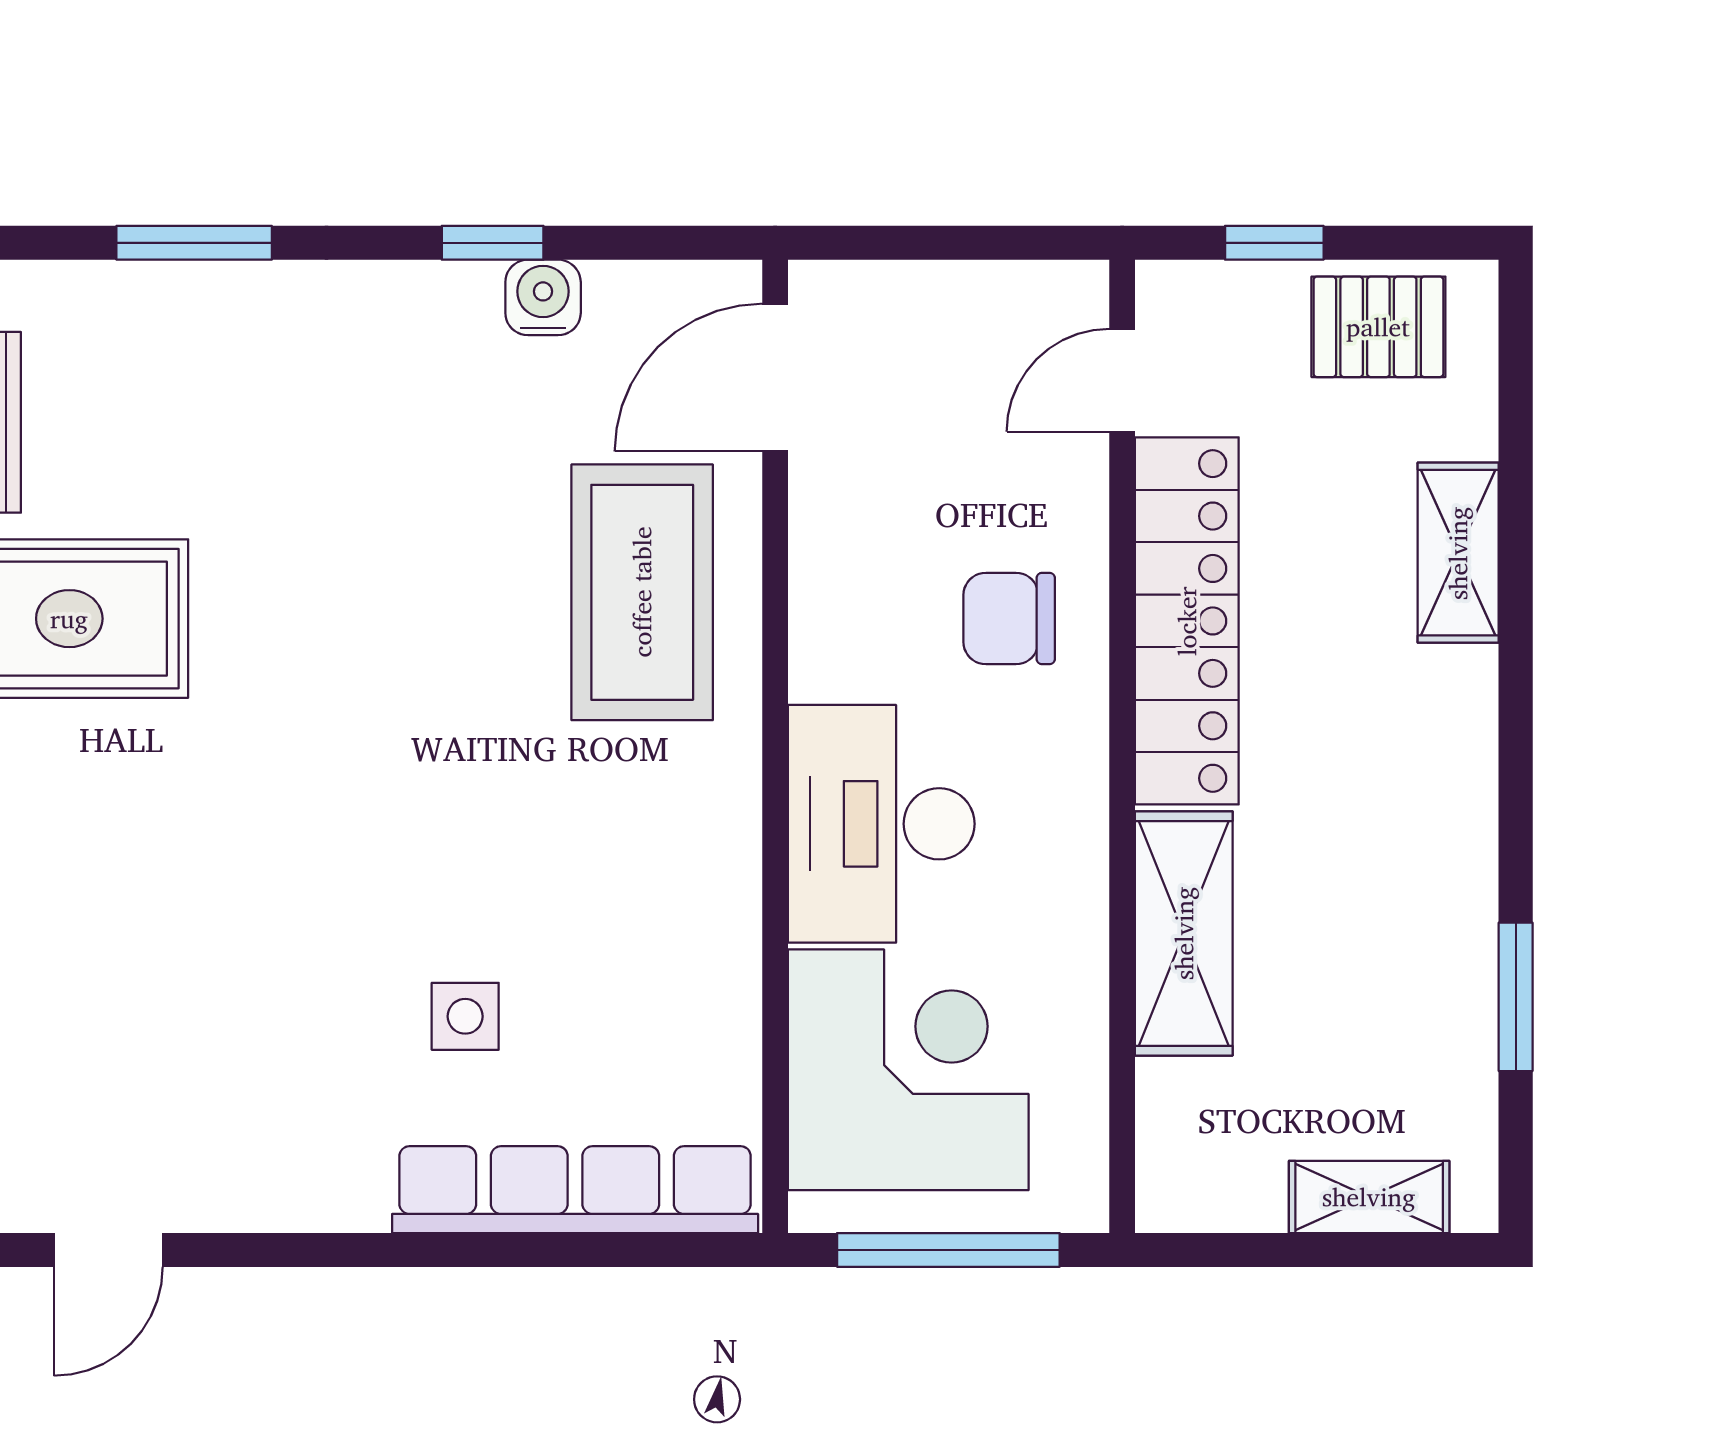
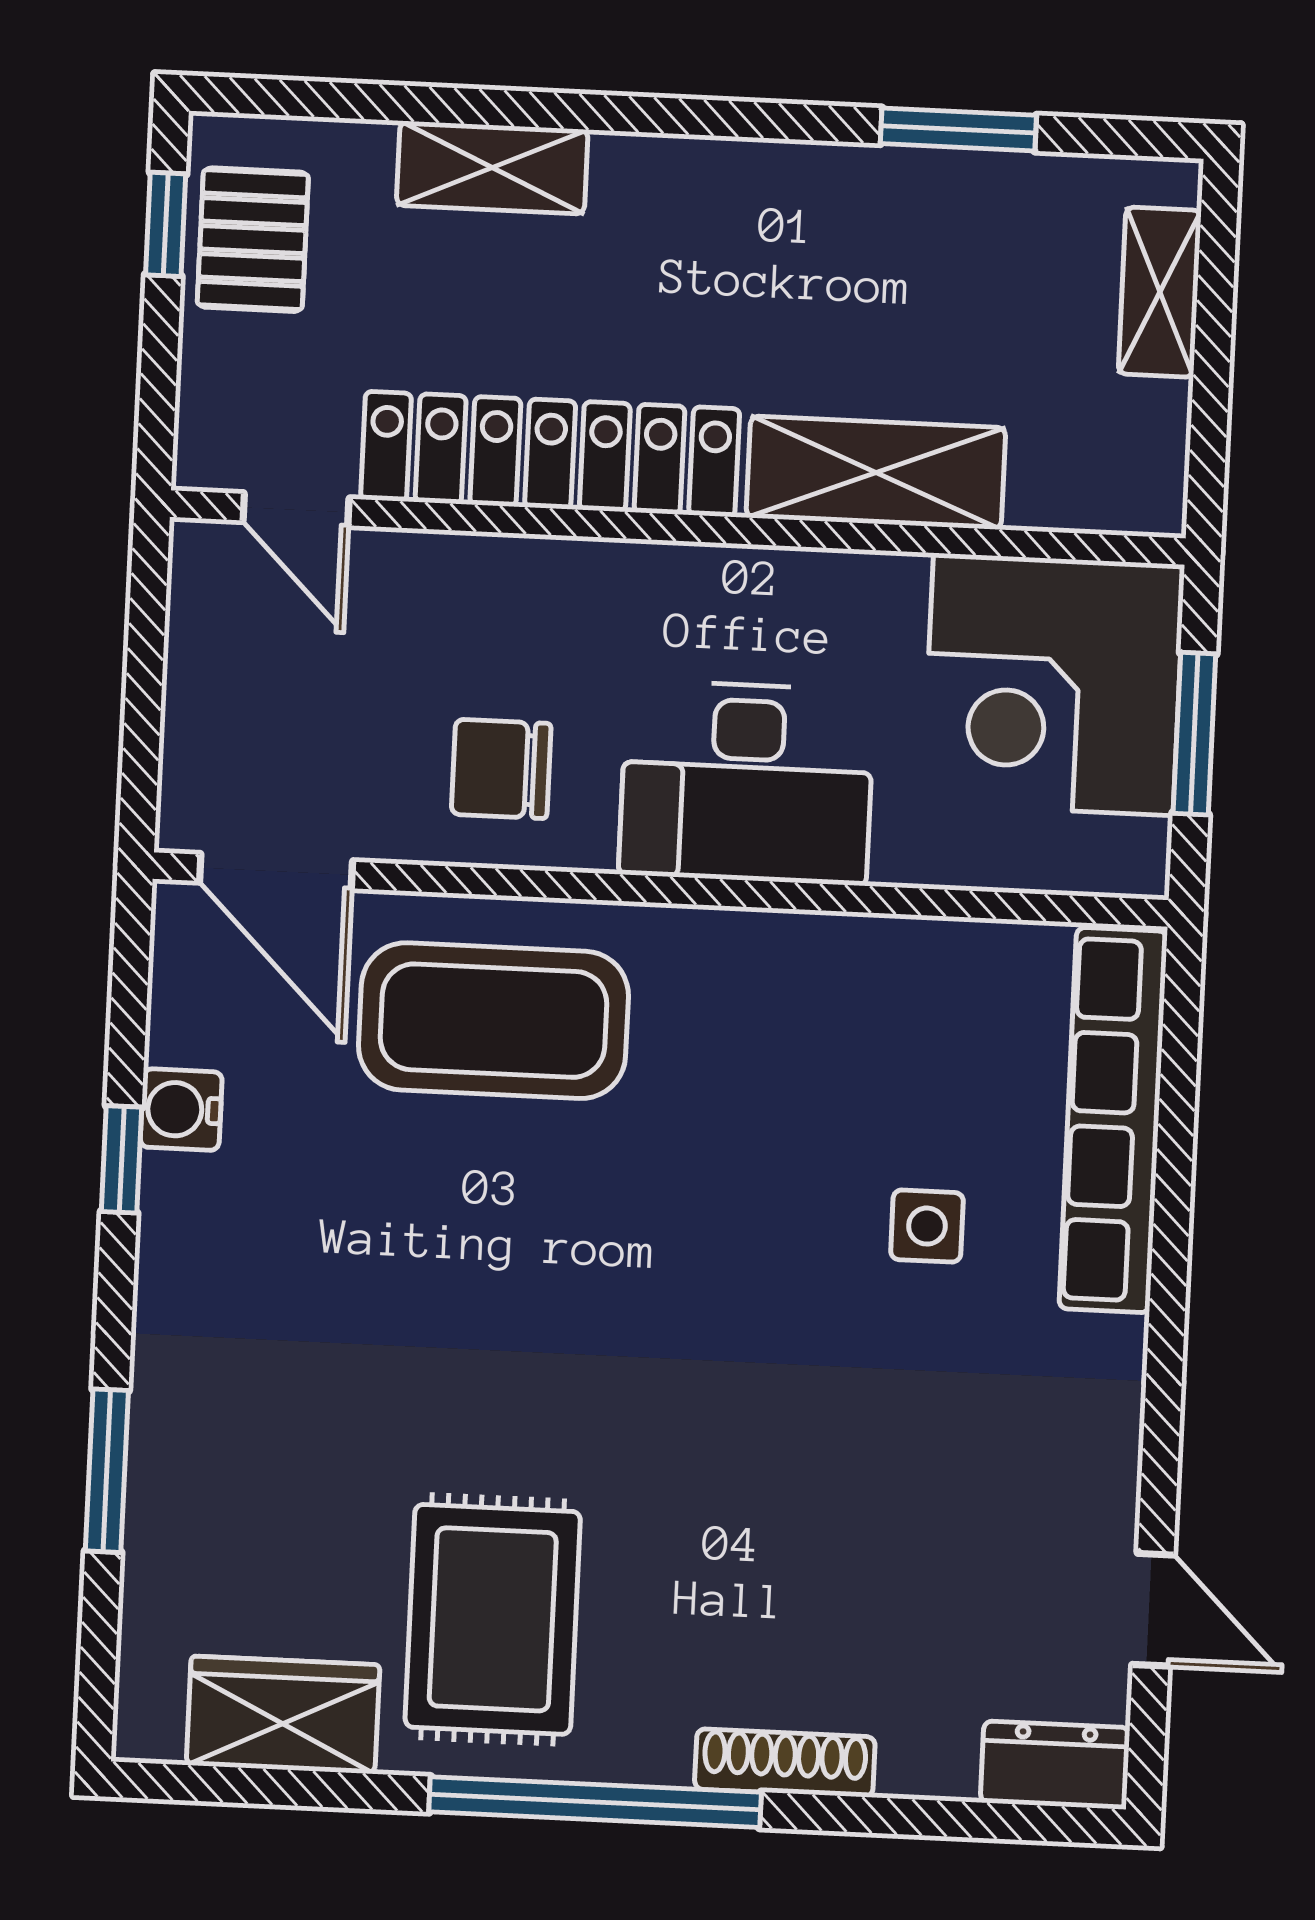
window: (1274, 243) -> (166, 224), moved
chair: (1009, 618) -> (501, 769), moved, turned 90
corner desk: (908, 1070) -> (1053, 684), moved, turned -90
window: (948, 1250) -> (1194, 734), width x0.69

